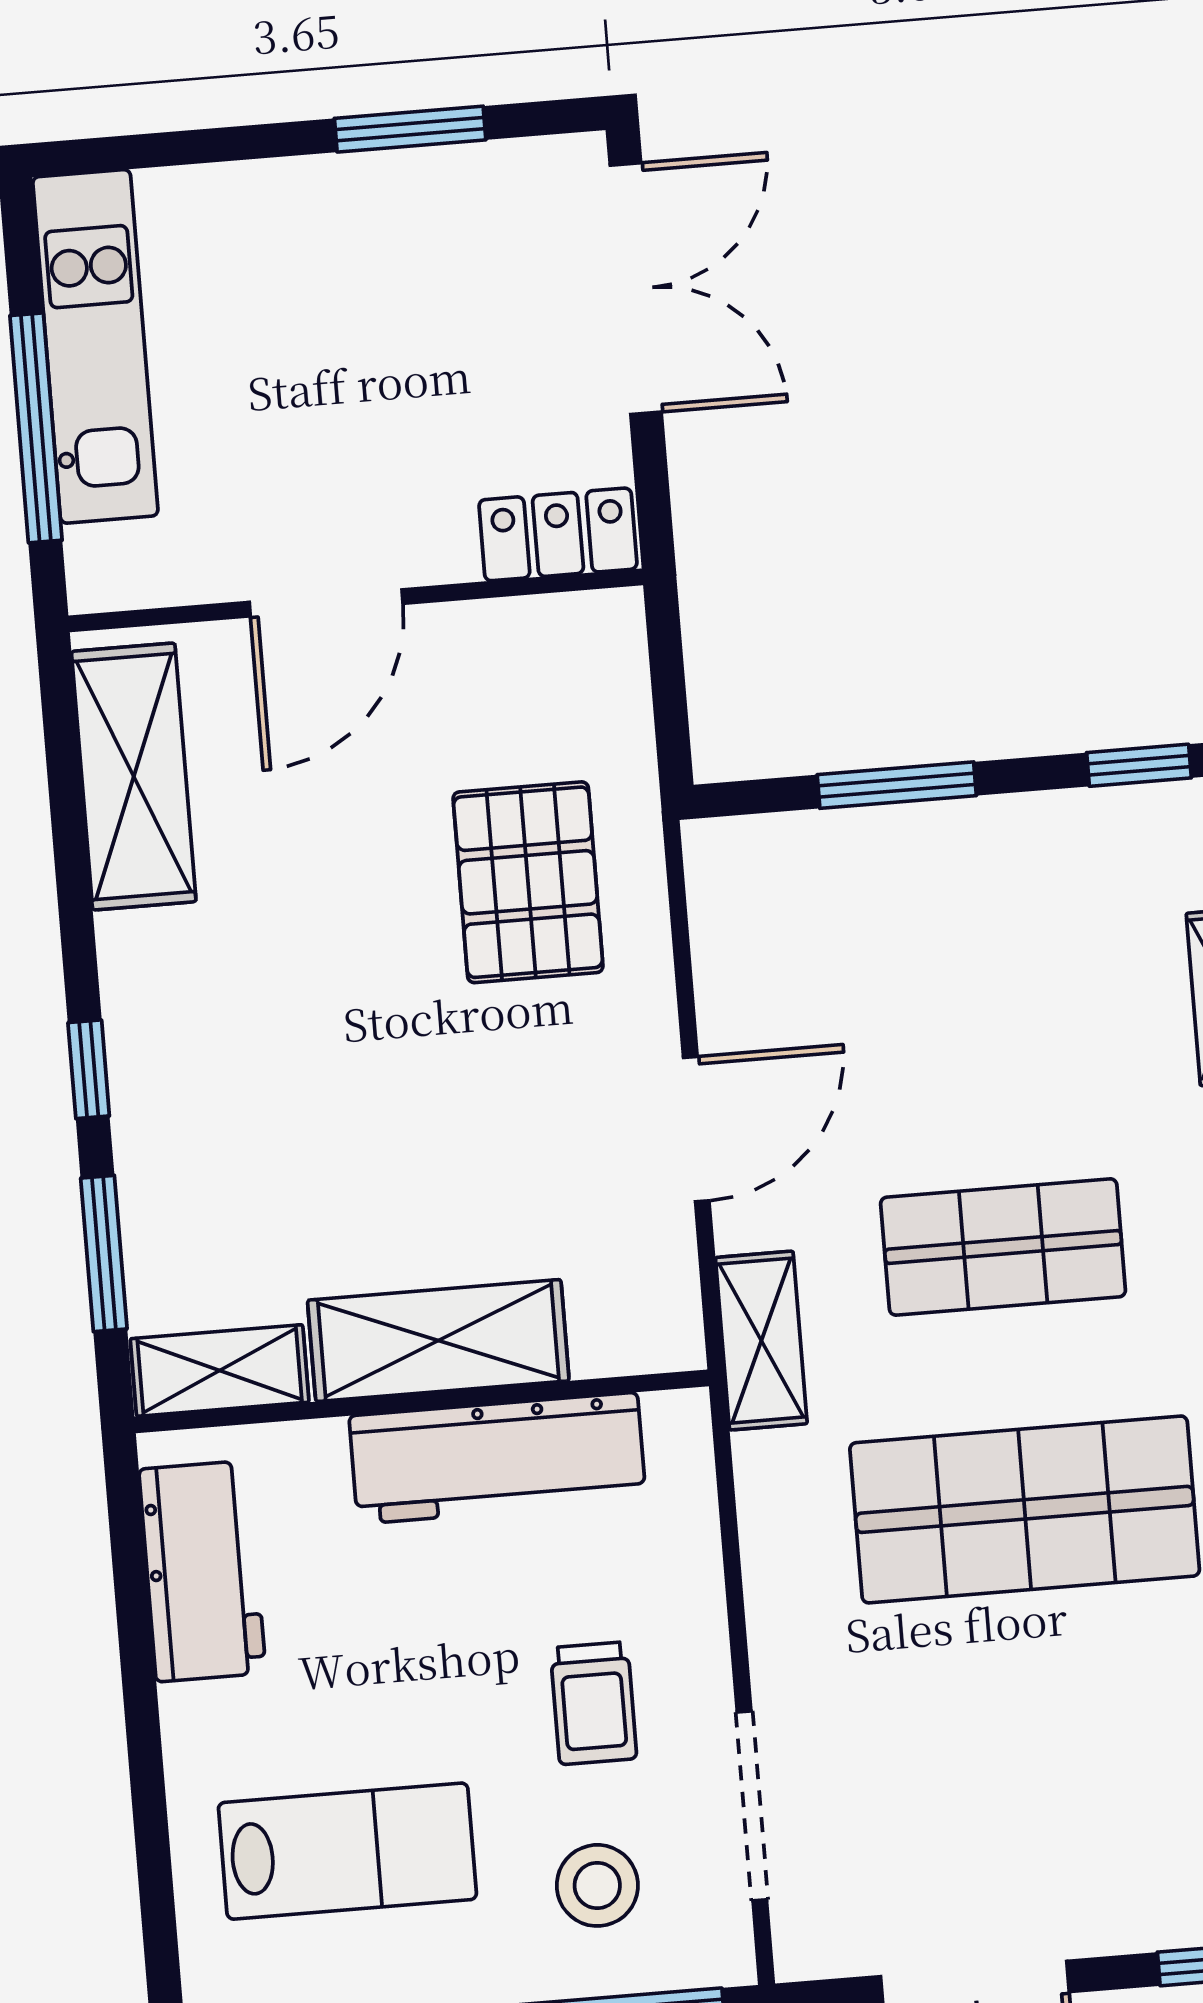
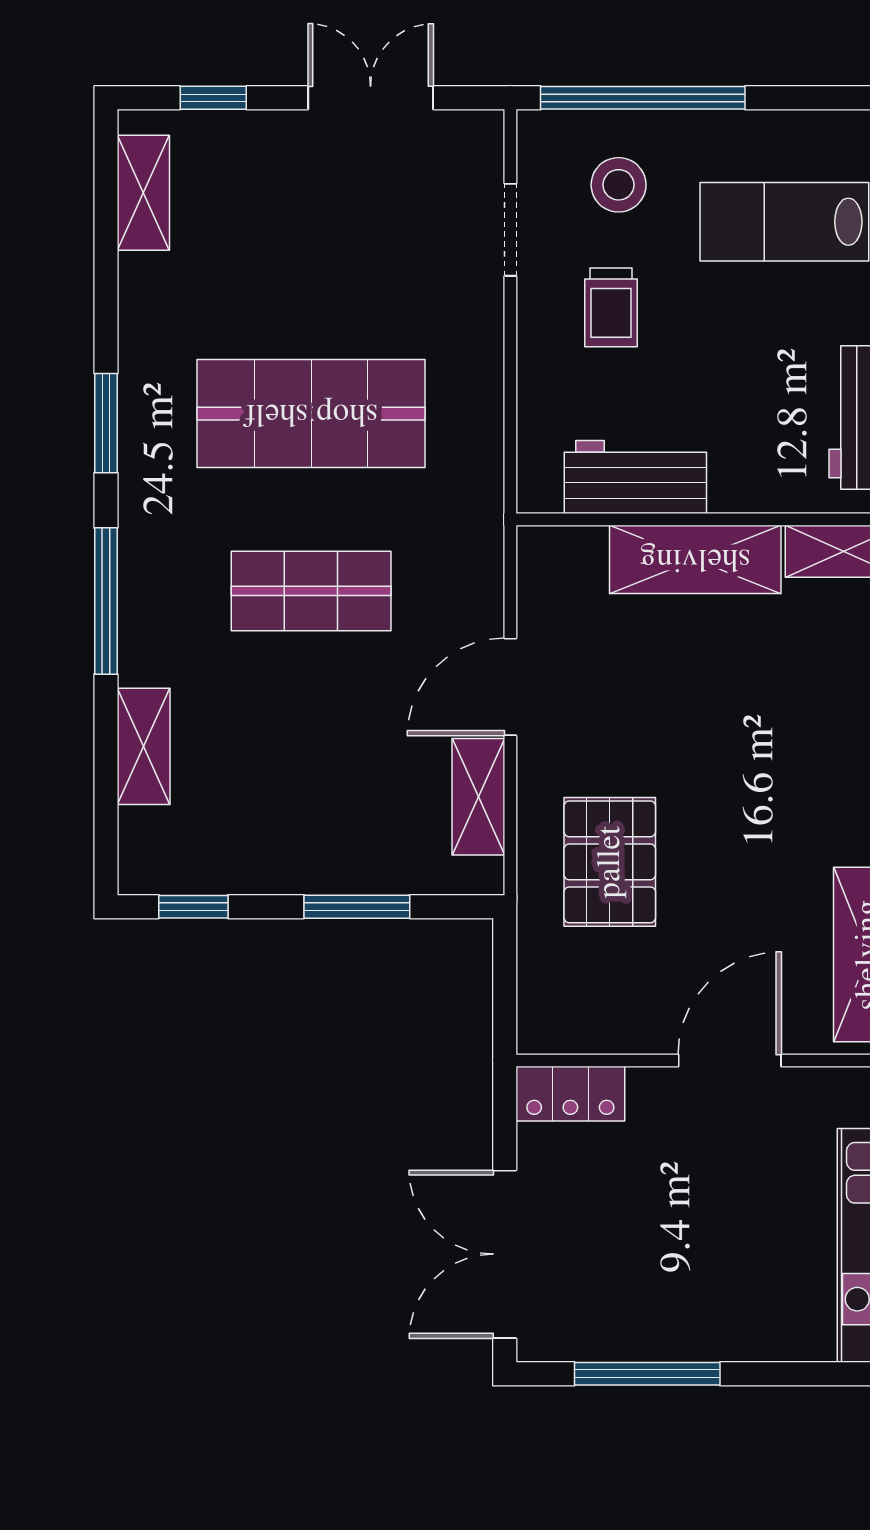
window: (410, 129) -> (647, 1374), width x1.44
shelving: (761, 1341) -> (478, 797), moved
workbench: (498, 1458) -> (635, 477), width x0.73
trolley: (593, 1703) -> (611, 307), turned 180
doorway: (752, 1806) -> (510, 230), width x0.73

